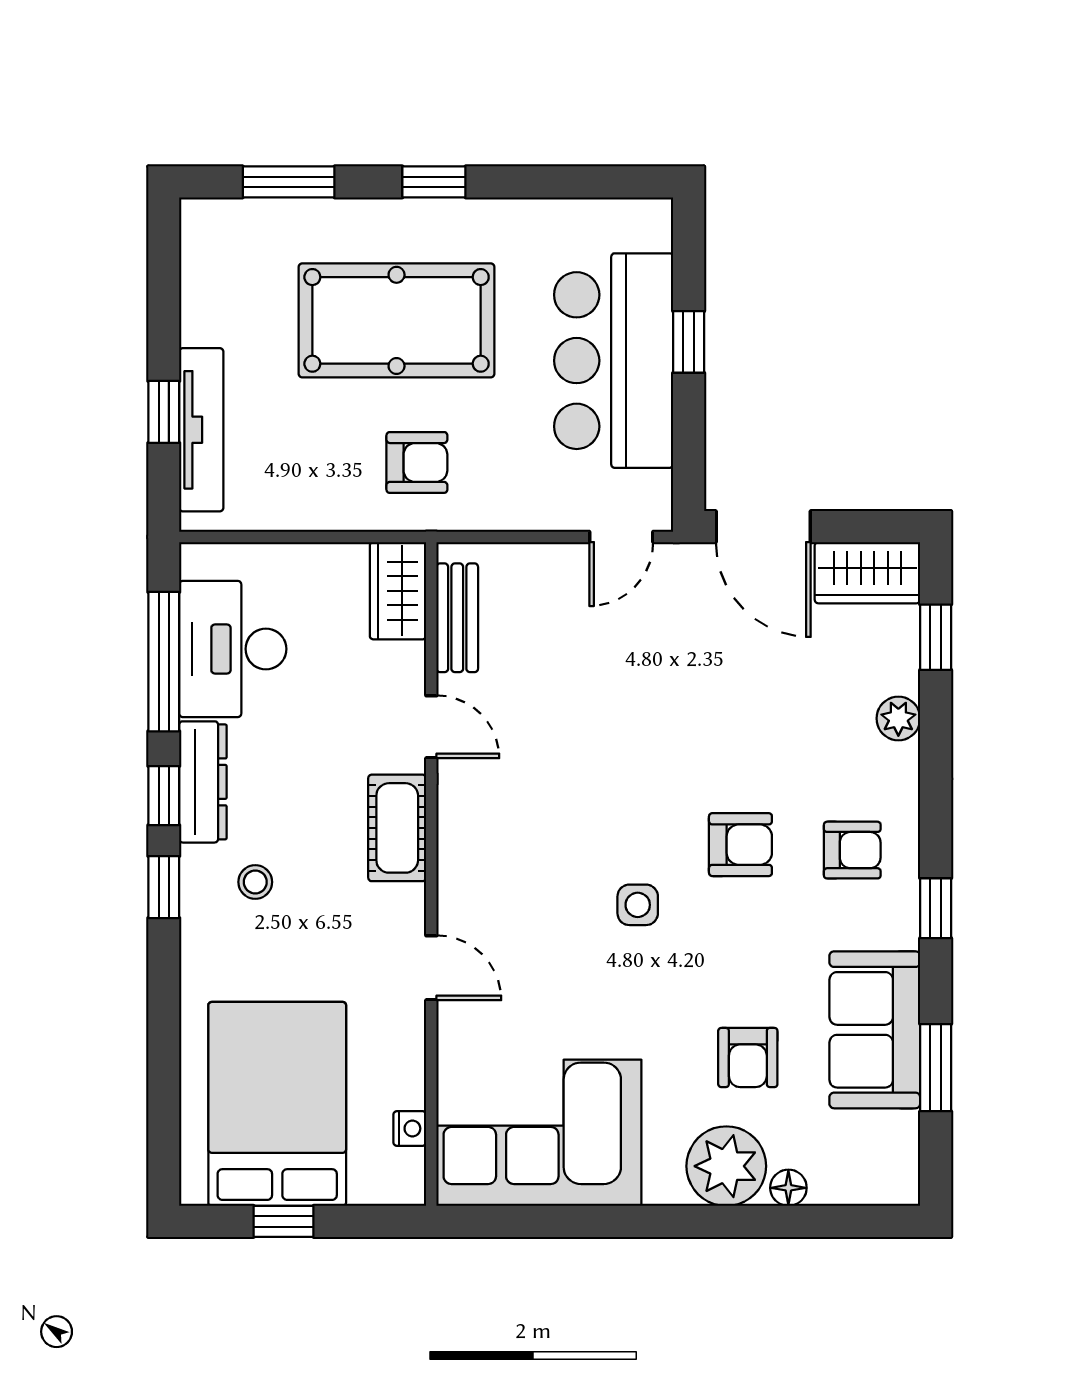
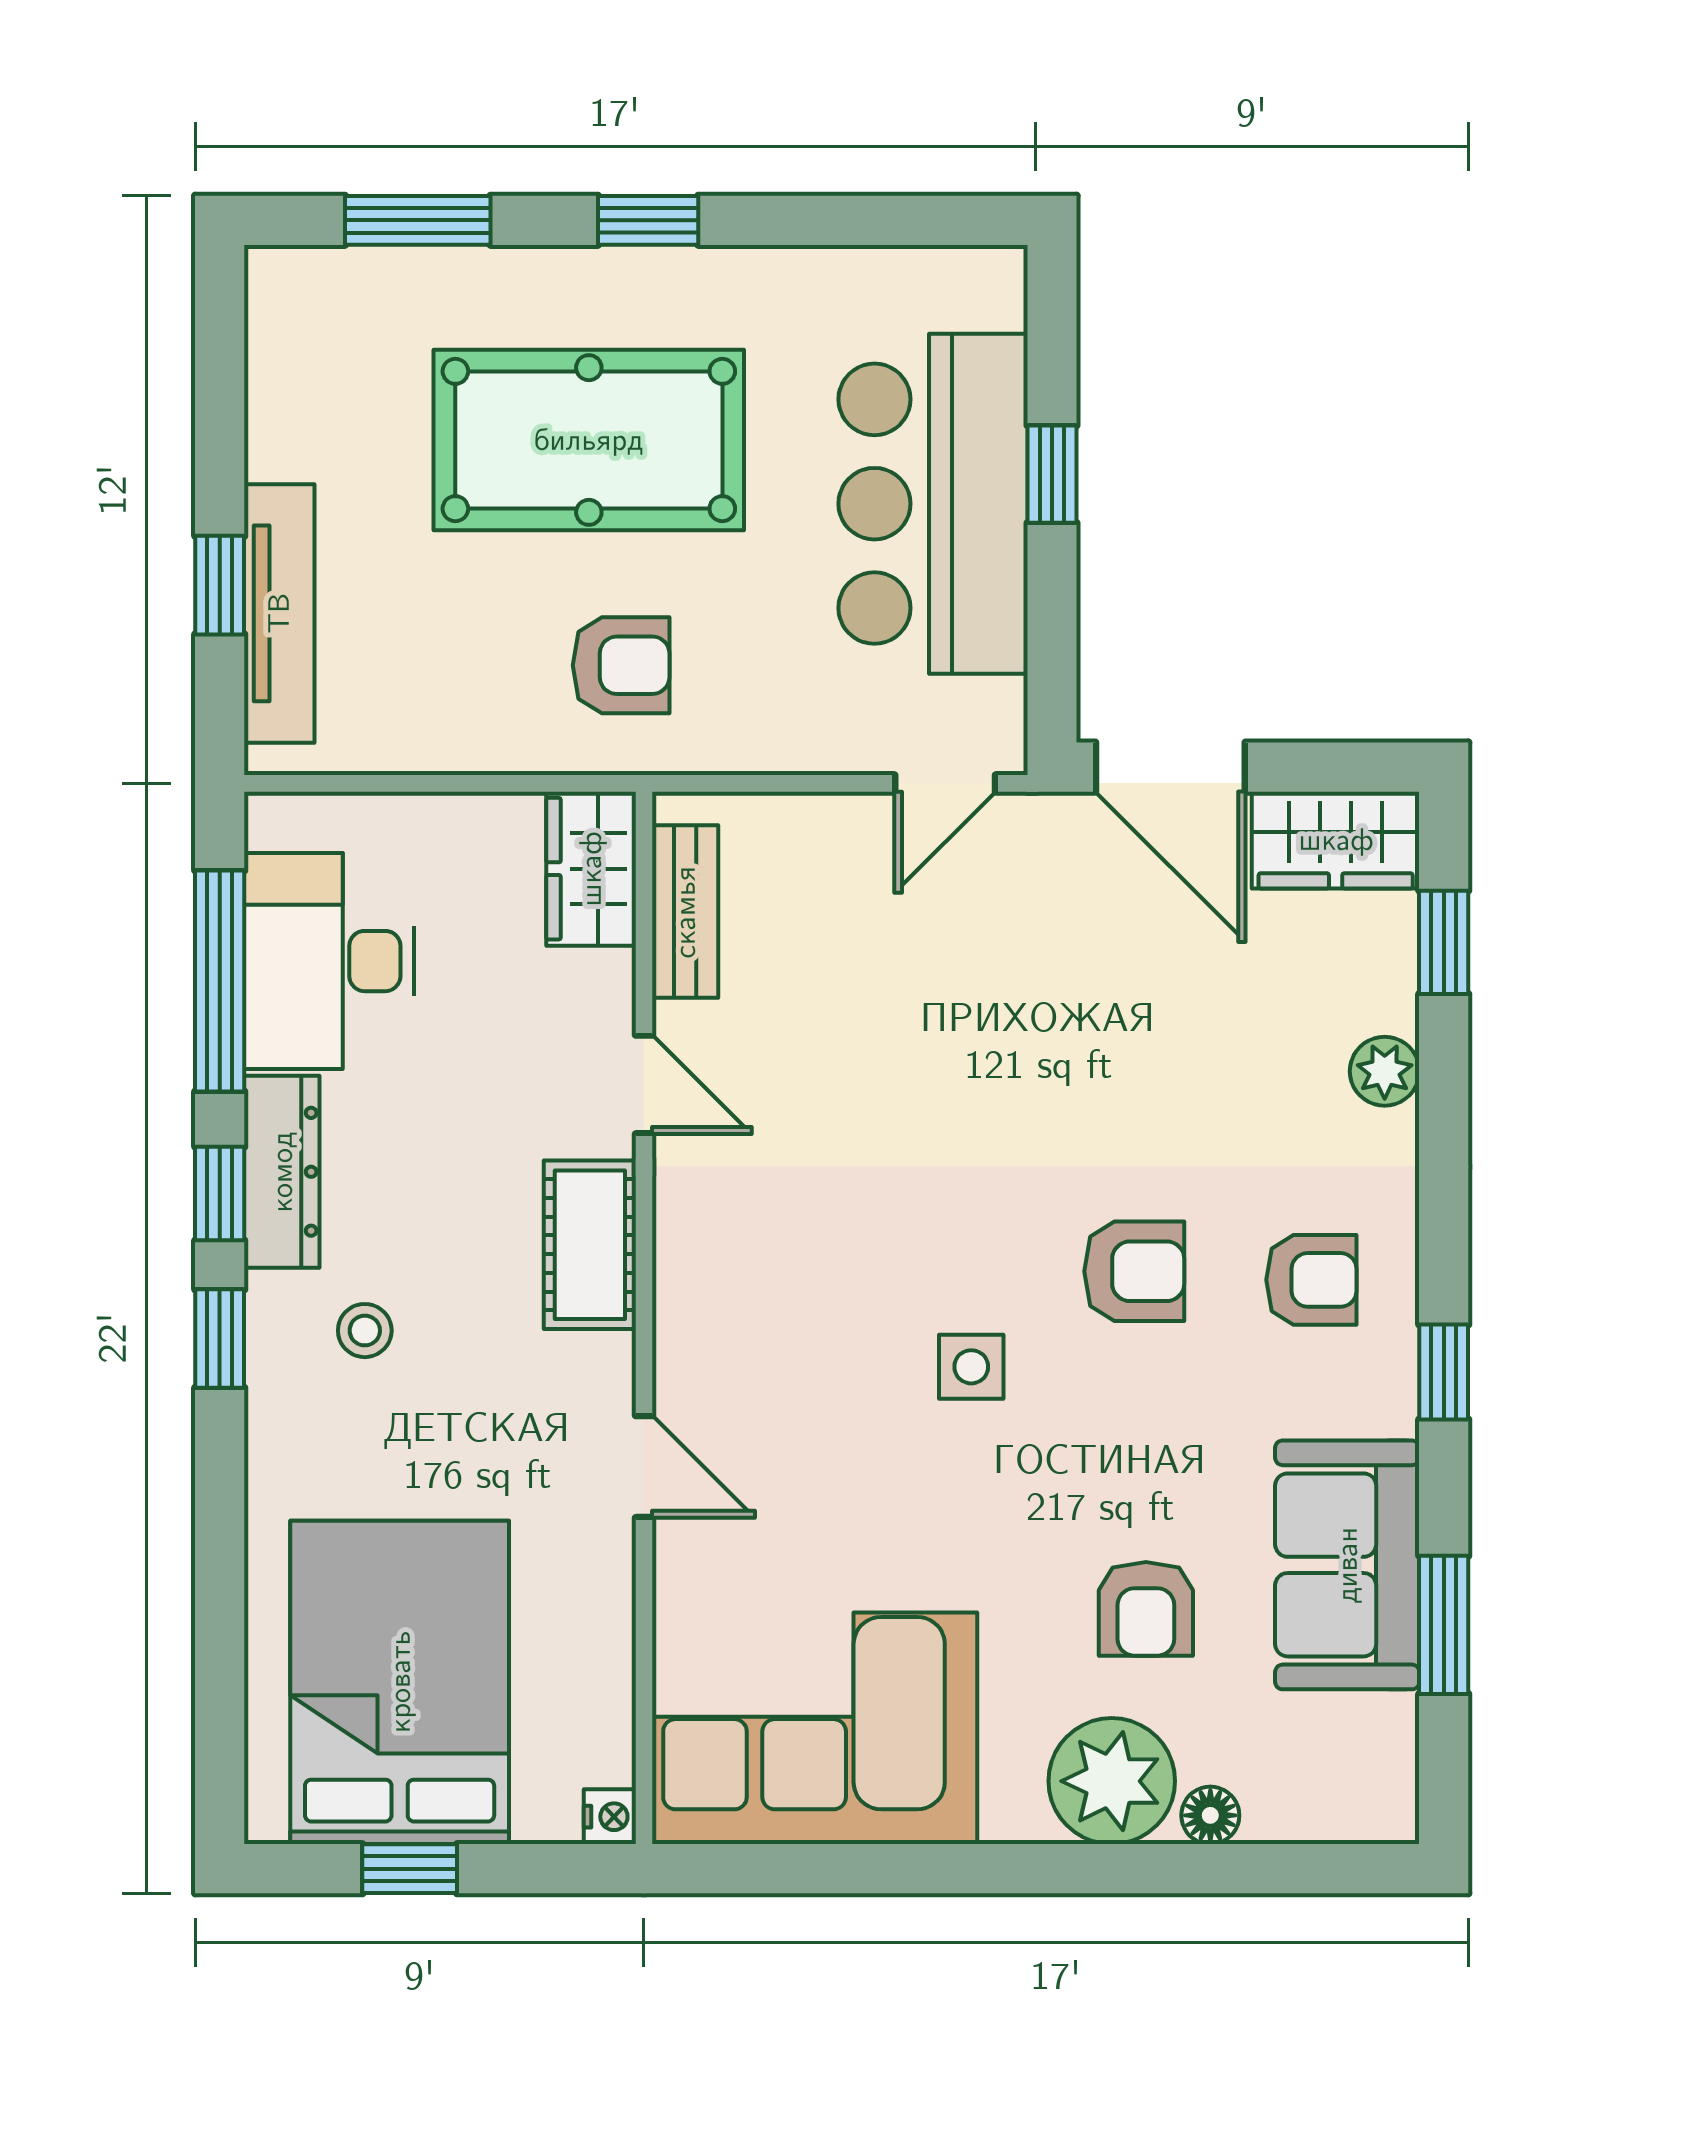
nightstand: (410, 1129) -> (610, 1817), moved

